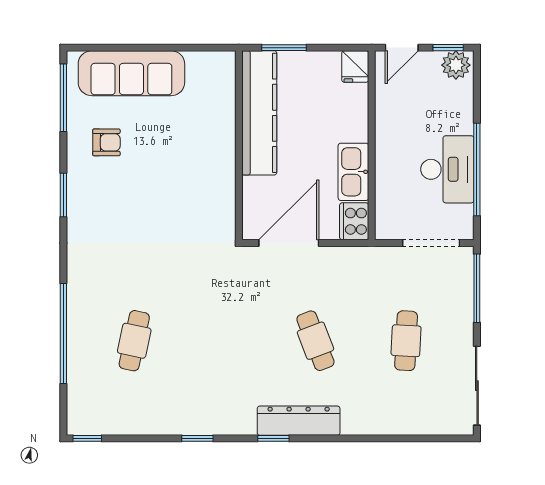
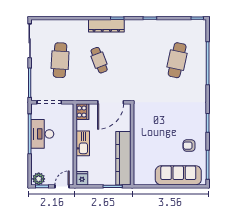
kitchen sink: (353, 172) -> (83, 143), moved
cafe table: (134, 341) -> (177, 60), width x1.37, depth x1.35
cafe table: (406, 341) -> (60, 60), width x1.37, depth x1.35

